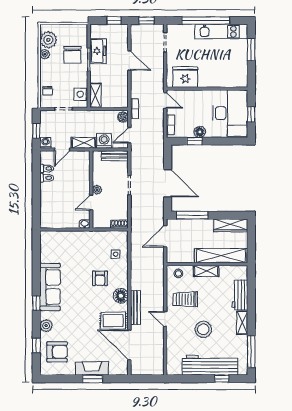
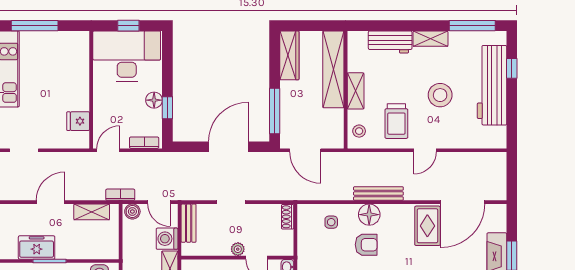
window: (251, 50) -> (35, 26), width x1.44
fridge: (185, 77) -> (78, 121), width x0.53, depth x0.75
shelving: (96, 95) -> (92, 212), moved
floor lamp: (121, 296) -> (369, 215), moved
bench: (135, 307) -> (378, 193), moved

